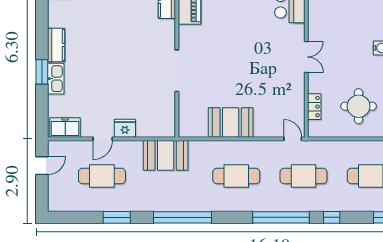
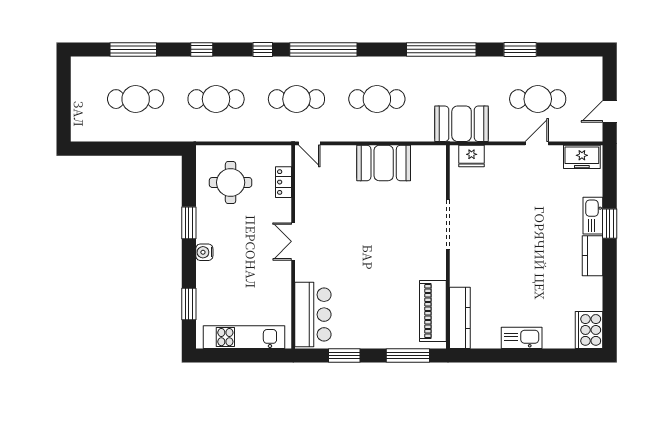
fridge: (125, 128) -> (472, 156), moved

